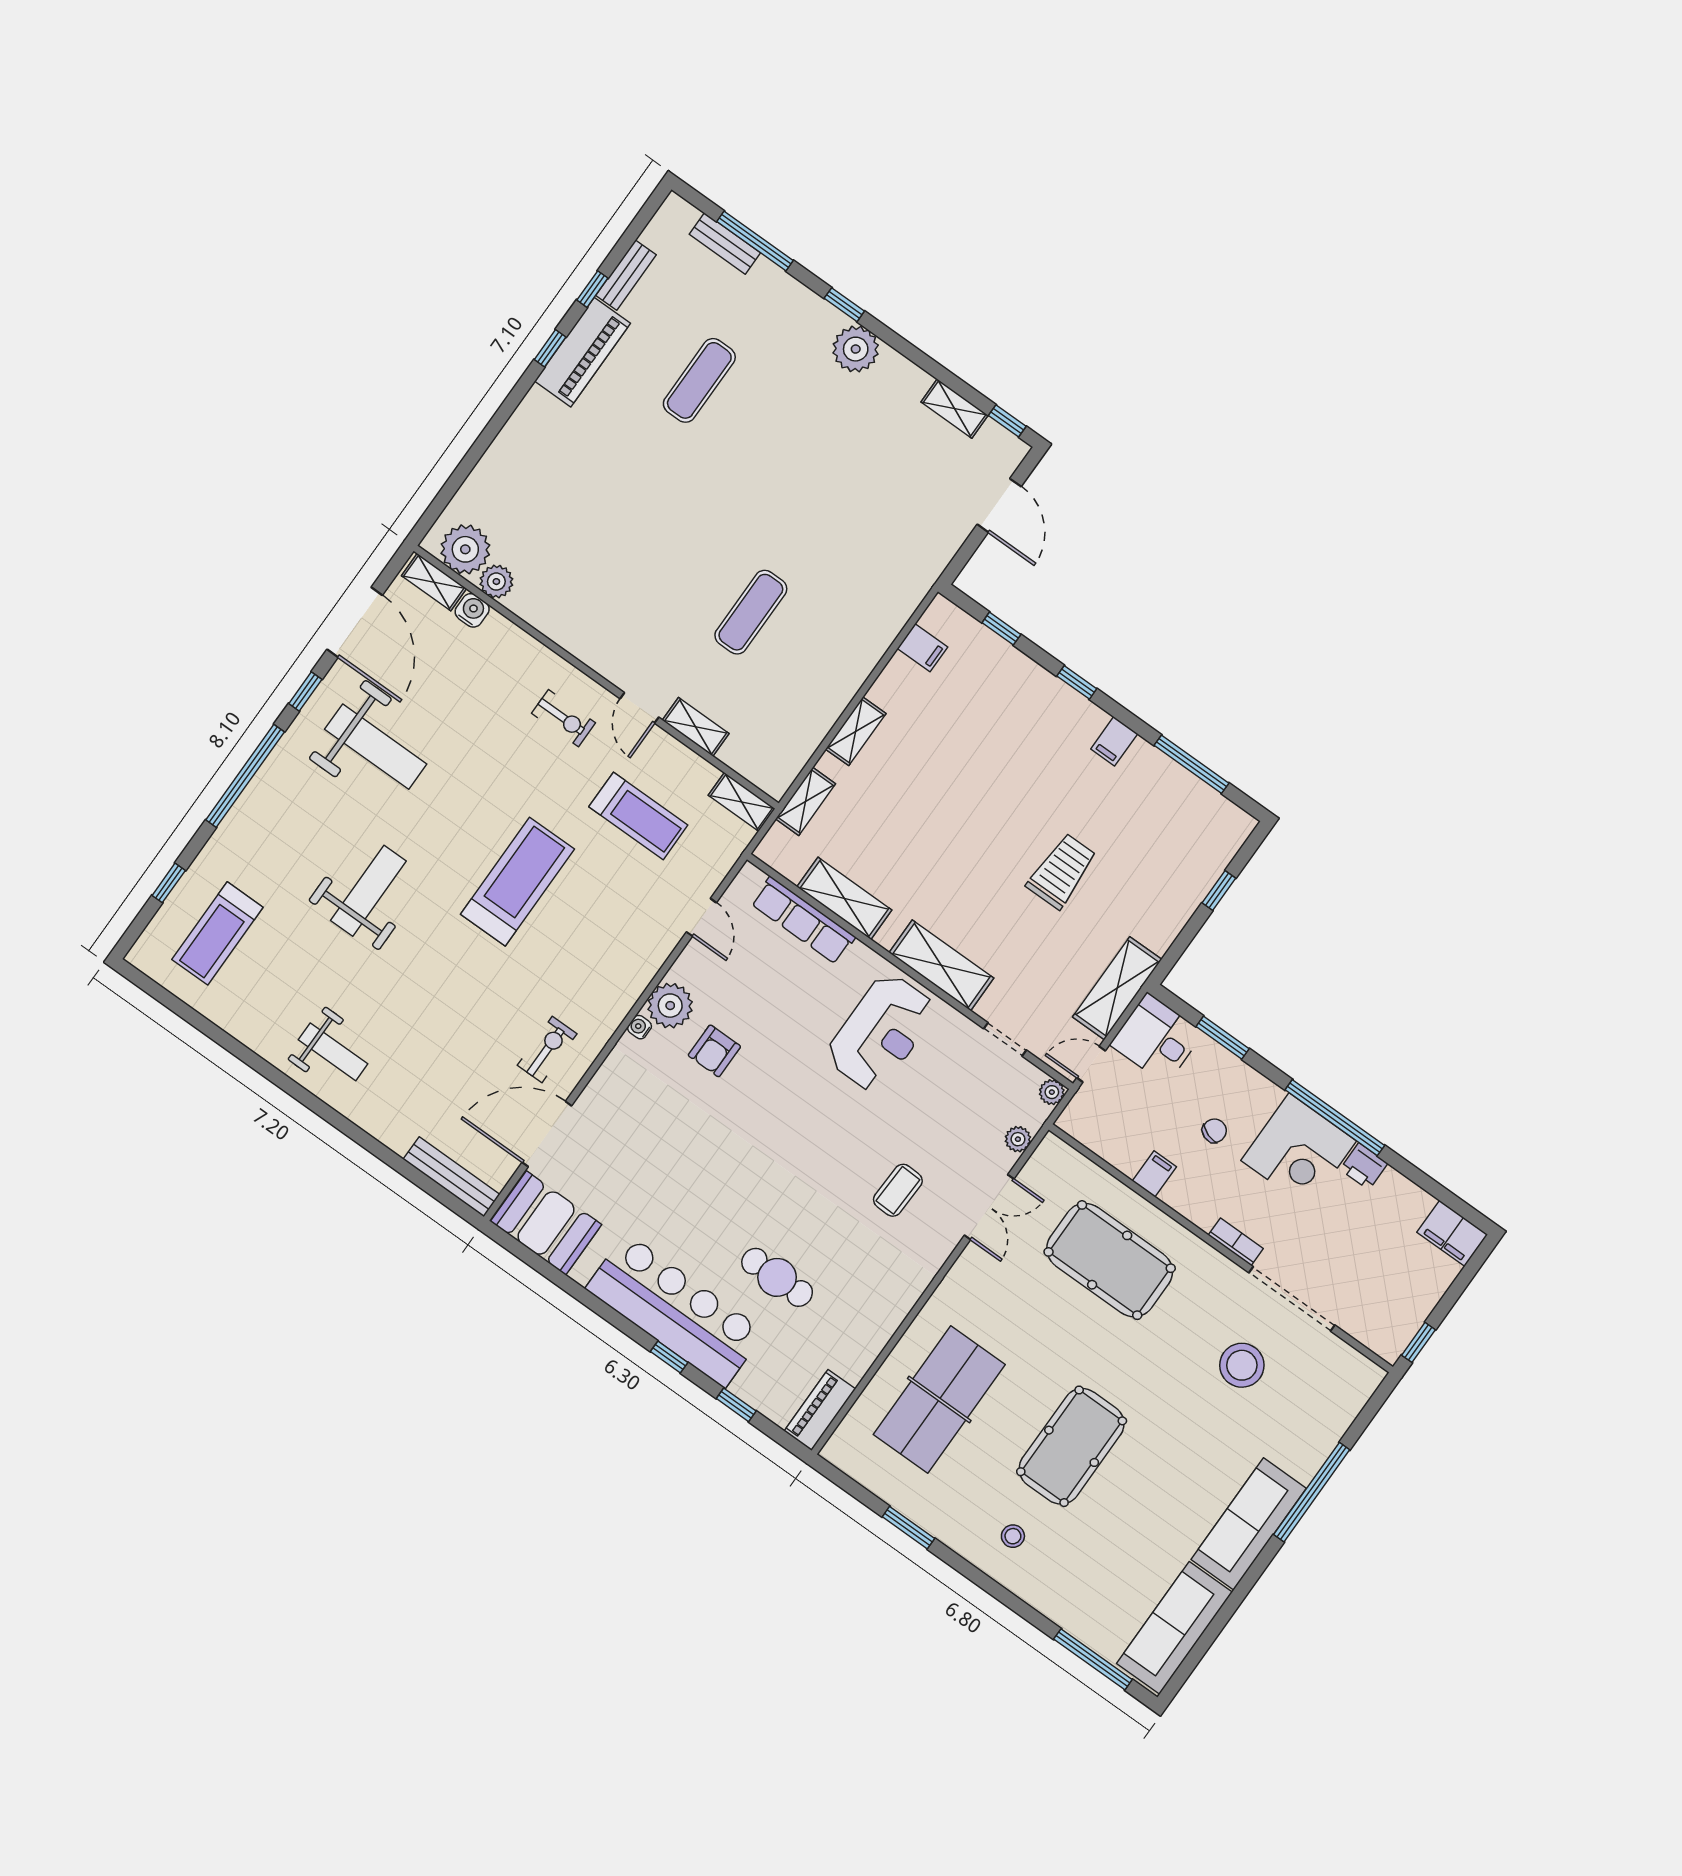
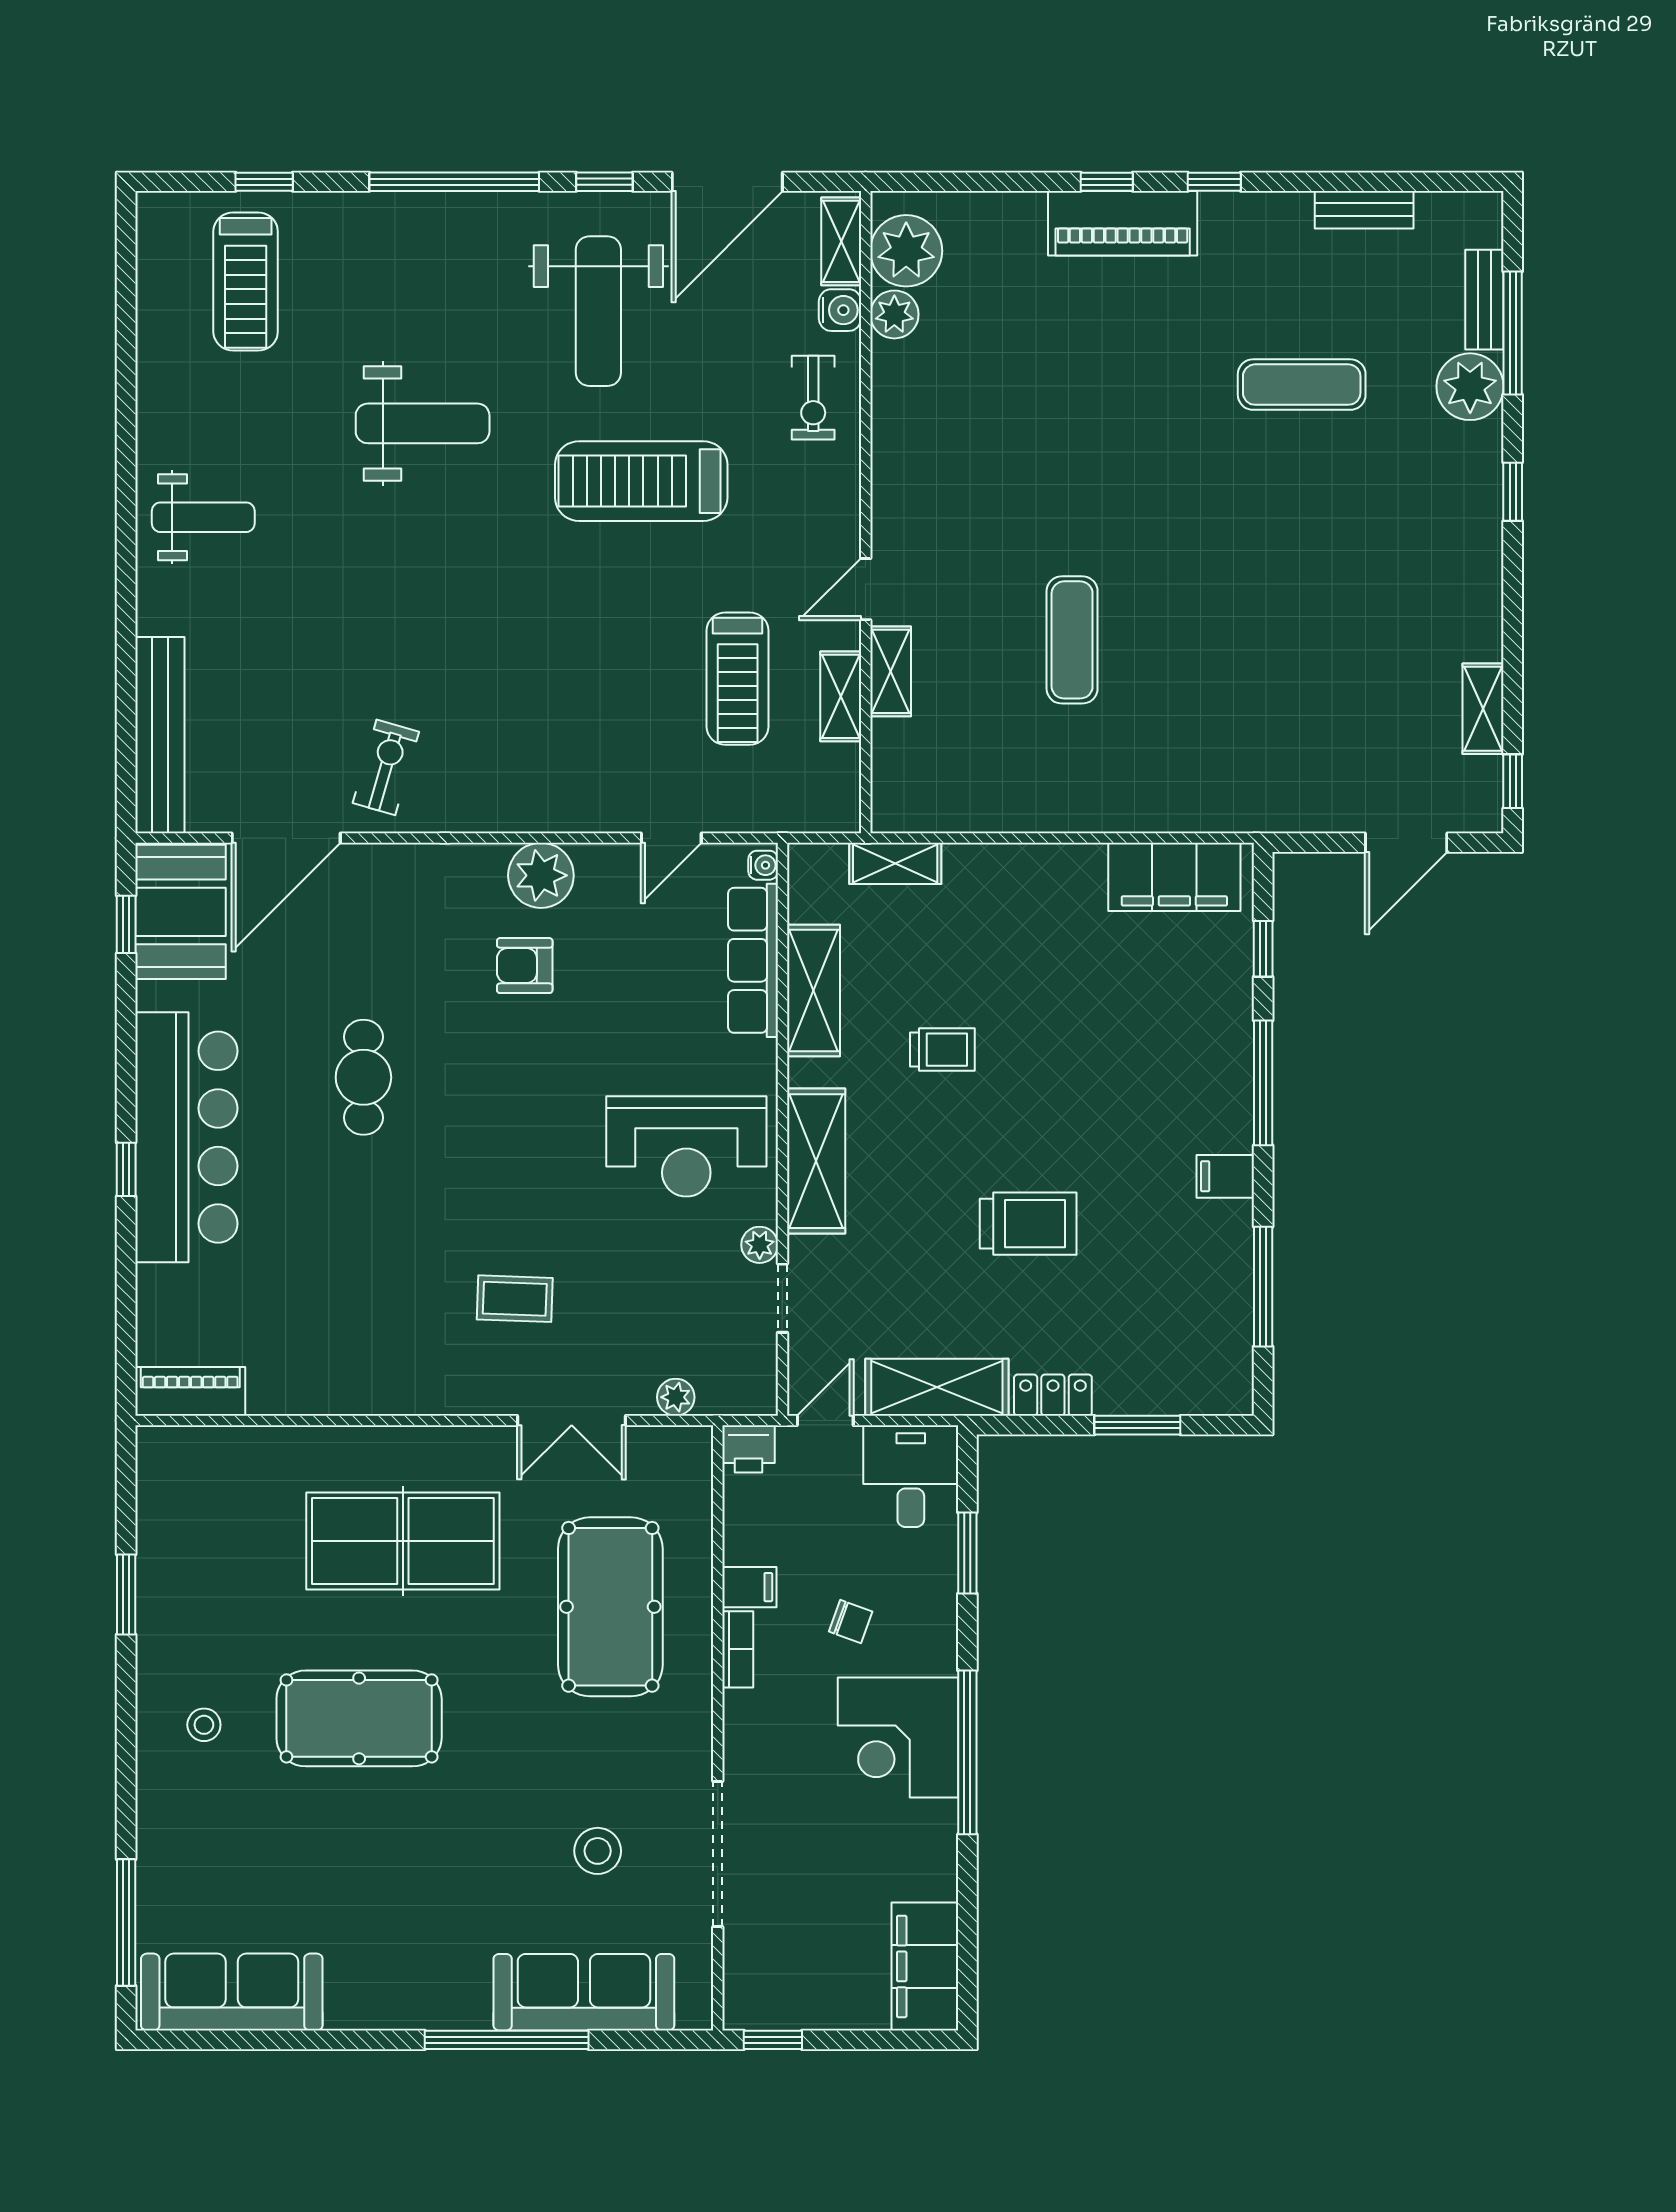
window: (592, 289) -> (1107, 182), moved
plant: (856, 349) -> (1470, 387), moved
piano: (583, 352) -> (1123, 223), moved
exercise mat: (751, 612) -> (1072, 640), turned 90
filing cabinet: (923, 648) -> (1174, 877), width x3.00, depth x1.17
window: (1077, 682) -> (1263, 1083), width x2.17
exercise bike: (563, 718) -> (813, 398), moved
shelving: (856, 731) -> (1020, 864), removed
shelving: (742, 802) -> (841, 696), moved
trolley: (929, 850) -> (942, 1050), added
treadmill: (517, 882) -> (641, 481), moved, turned 180
window: (1219, 890) -> (1137, 1425), width x1.50
locker: (1168, 926) -> (1053, 1395), added
treadmill: (217, 933) -> (246, 282), turned -90
water cooler: (640, 1027) -> (763, 865), moved, turned 90
exercise bike: (547, 1049) -> (386, 767), turned -74
weight bench: (333, 1052) -> (203, 517), turned -90
door: (1091, 1064) -> (825, 1420), hinge flipped
plant: (1052, 1092) -> (760, 1245), moved
door: (547, 1134) -> (286, 838), swing flipped
printer: (1364, 1166) -> (749, 1449), moved, turned -90
bench: (451, 1177) -> (160, 735), width x1.37, depth x1.21
filing cabinet: (1452, 1233) -> (925, 1966), width x1.50, depth x1.17
bookcase: (1236, 1242) -> (738, 1649), moved
cafe table: (777, 1277) -> (363, 1077), moved
stool: (1242, 1365) -> (598, 1851), width x0.73, depth x0.73
table tennis table: (939, 1399) -> (403, 1541), moved
window: (736, 1405) -> (126, 924), moved
sofa: (1249, 1524) -> (584, 1992), moved

